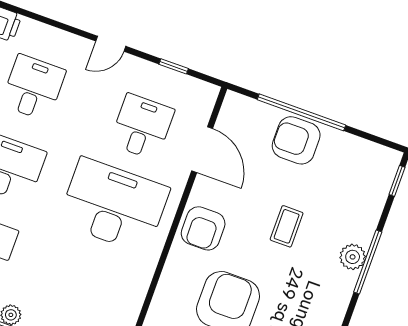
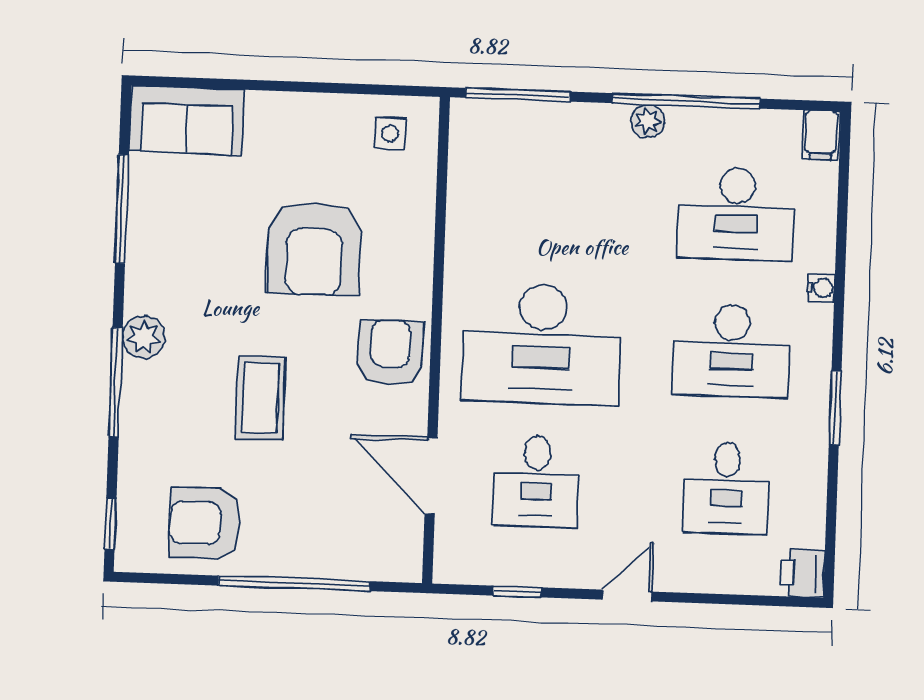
armchair: (296, 140) -> (205, 523), moved, turned 180
coffee table: (287, 226) -> (261, 398), width x1.36, depth x1.30
plant: (353, 257) -> (144, 337), moved

